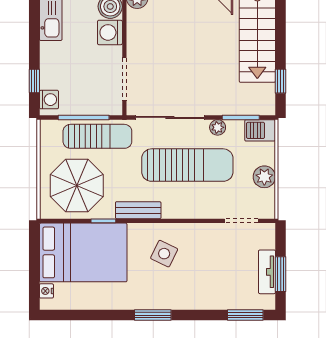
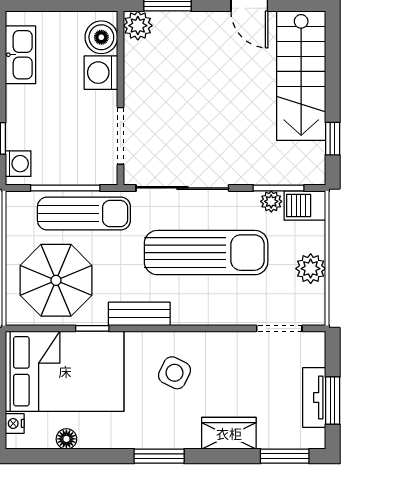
plant: (218, 127) -> (271, 201), moved
wardrobe: (204, 298) -> (229, 433), added
floor lamp: (85, 302) -> (66, 439), added

